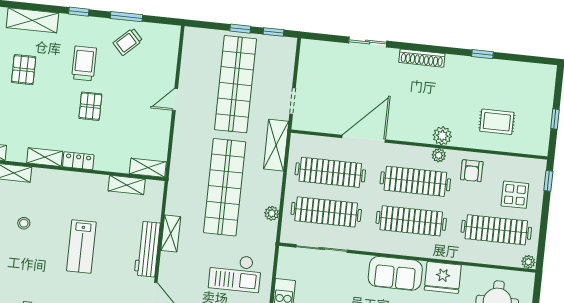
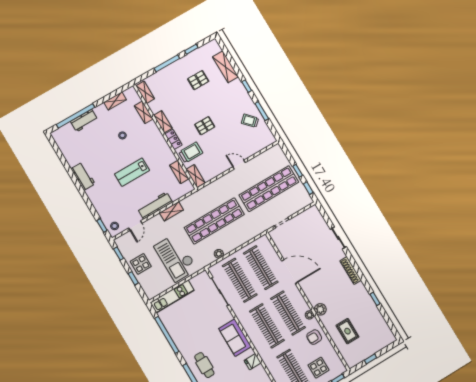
trolley: (84, 63) -> (191, 152), moved
shelving: (276, 145) -> (254, 231), removed
checkout: (235, 273) -> (176, 258), width x1.36, depth x1.21
fridge: (443, 278) -> (253, 362), width x0.53, depth x0.75

